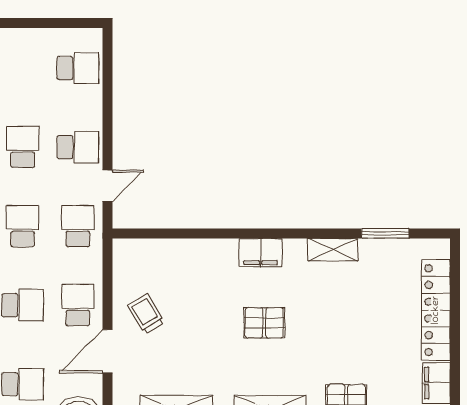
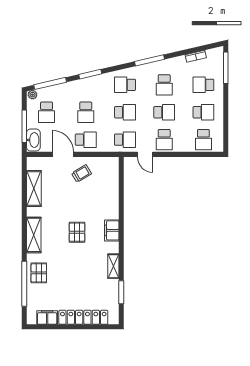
school desk: (23, 68) -> (203, 112), added

